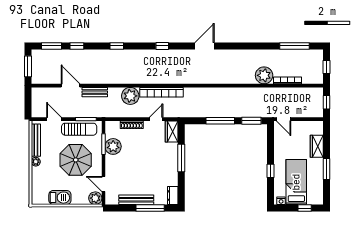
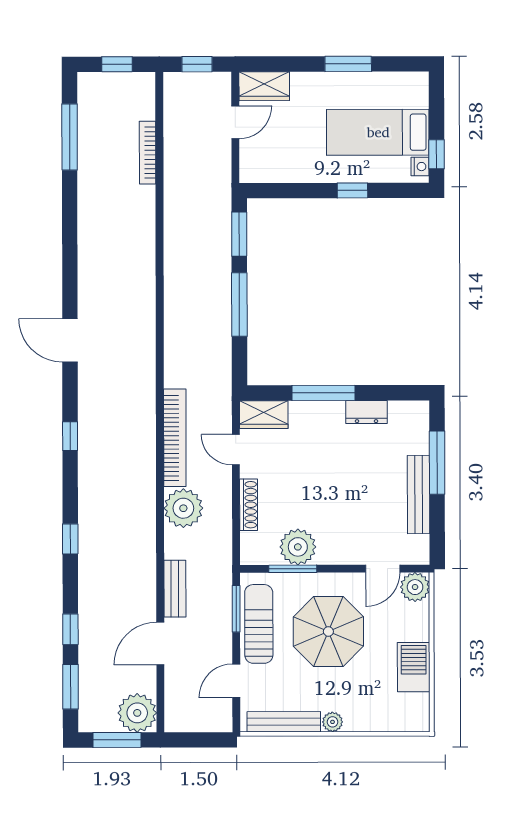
plant: (264, 75) -> (137, 713), moved
door: (284, 119) -> (235, 122), moved
wardrobe: (317, 146) -> (264, 86), moved
dresser: (173, 196) -> (366, 412), moved
window: (305, 208) -> (437, 154), moved

